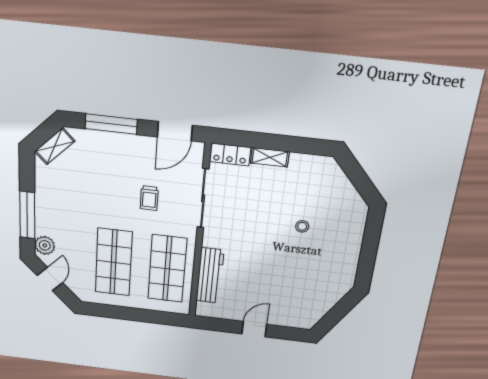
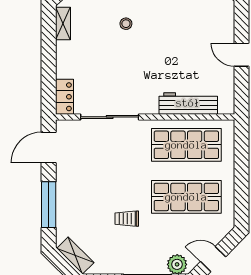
door: (175, 131) -> (49, 147), swing flipped
shelving: (270, 157) -> (63, 24), moved
trolley: (149, 198) -> (127, 219), moved, turned 180

